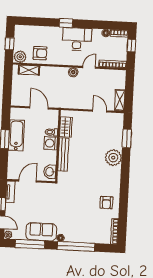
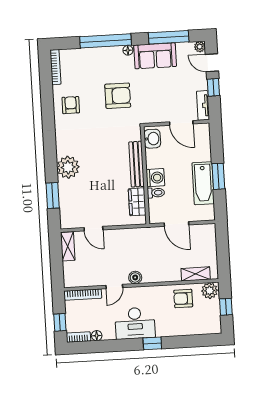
door: (28, 181) -> (181, 123), hinge flipped
armchair: (72, 206) -> (118, 96), added

